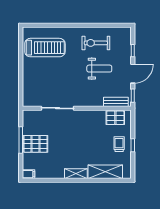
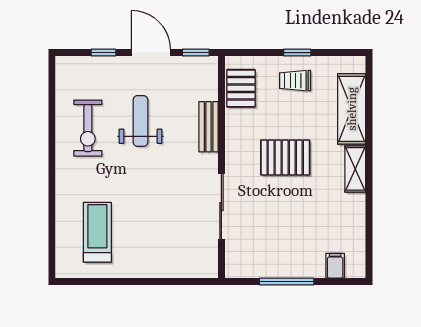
treadmill: (45, 48) -> (97, 232), width x0.73, depth x0.73
bench: (116, 102) -> (209, 127), moved
pallet: (35, 144) -> (285, 158), moved, turned 90
filing cabinet: (29, 174) -> (335, 266), moved

